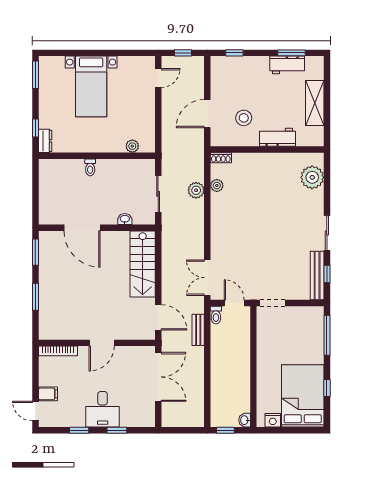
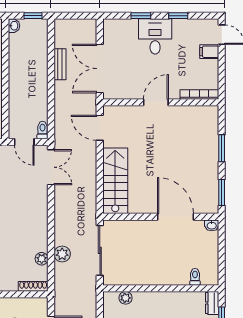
shoe rack: (221, 158) -> (33, 286), width x1.43
toilet: (90, 167) -> (195, 277), moved
sliding door: (158, 194) -> (100, 250), width x1.37
washbasin: (125, 219) -> (212, 225), moved
bench: (198, 330) -> (60, 64), moved

